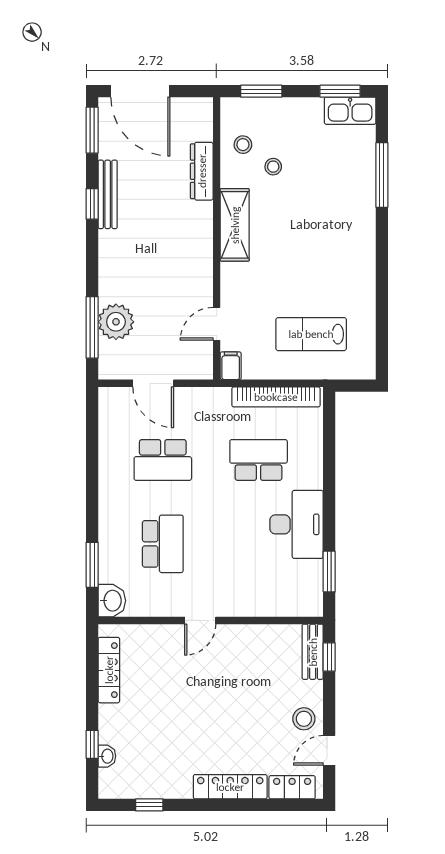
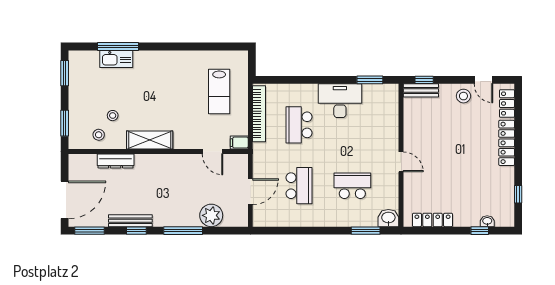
kitchen sink: (350, 111) -> (116, 59), moved, turned 90
window: (92, 327) -> (183, 231), moved

